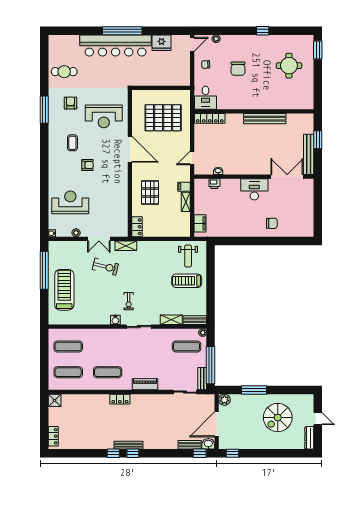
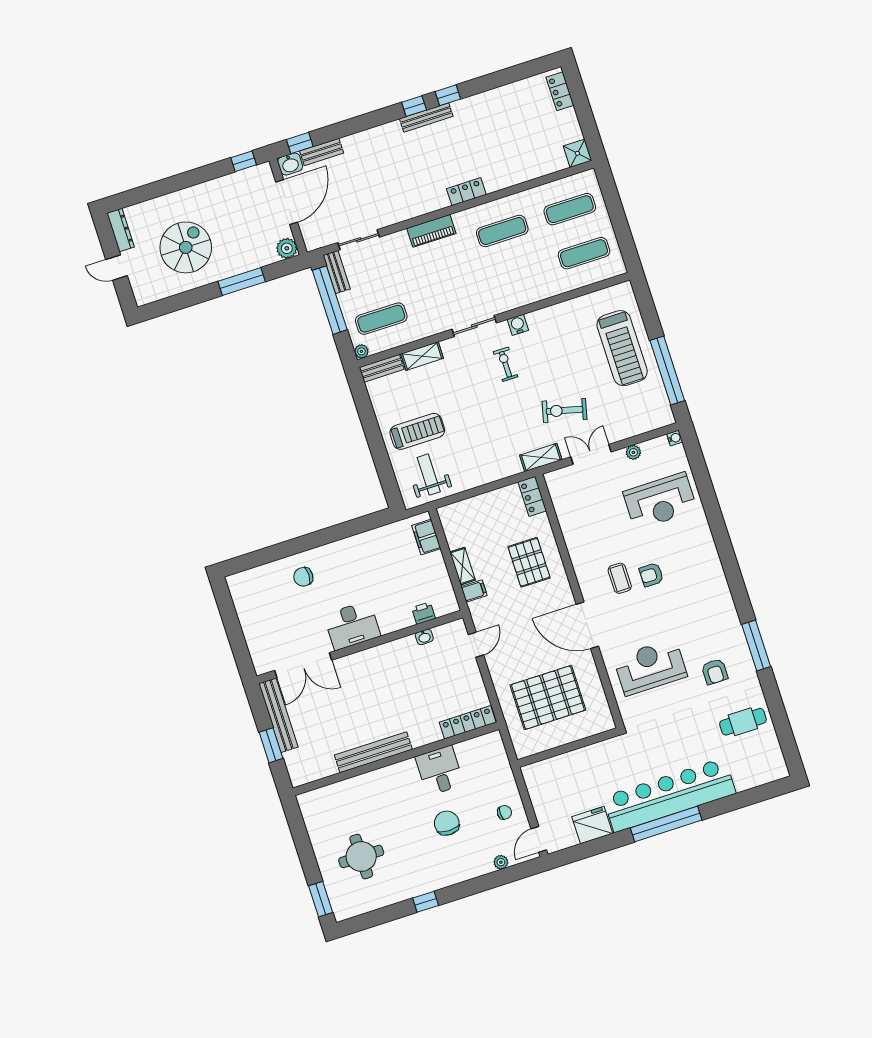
desk: (205, 98) -> (440, 771), moved
coffee table: (72, 143) -> (620, 578), moved

